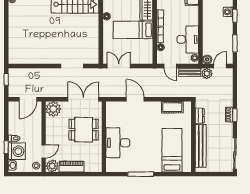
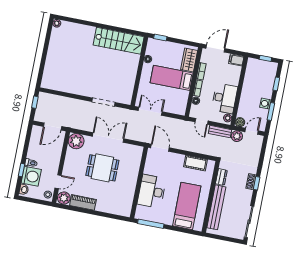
washing machine: (228, 12) -> (265, 104), moved
wall: (104, 137) -> (139, 183), moved
desk: (118, 143) -> (152, 191), moved

